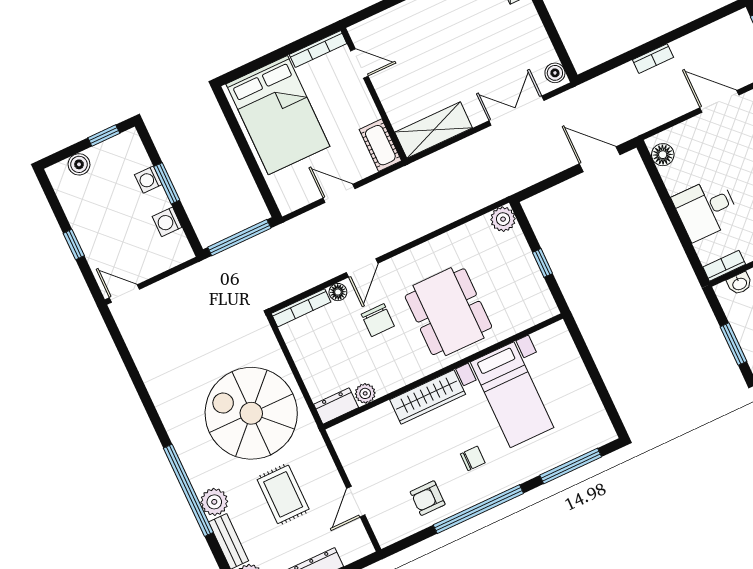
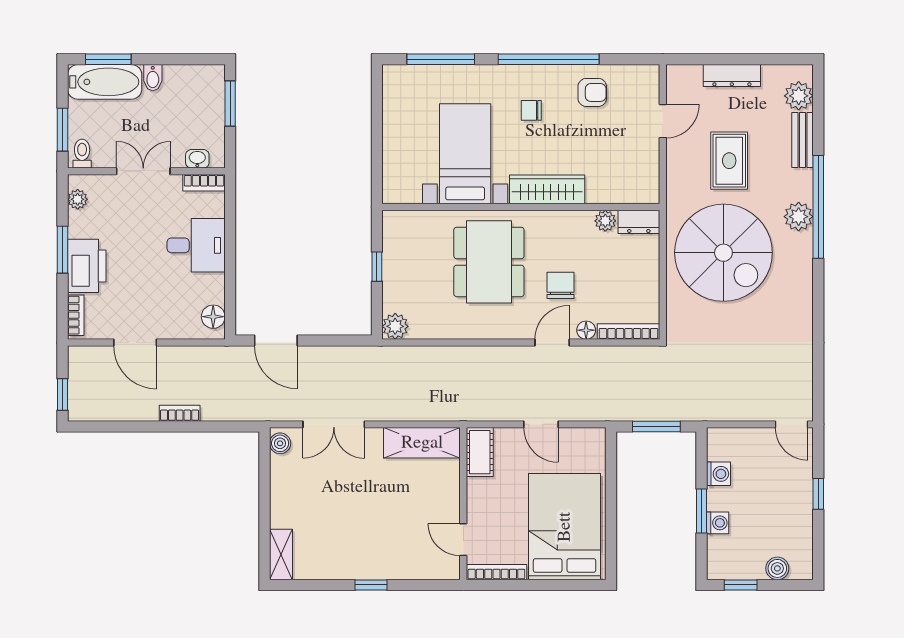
window: (239, 238) -> (656, 426), width x0.69
plant: (214, 502) -> (799, 217), moved

